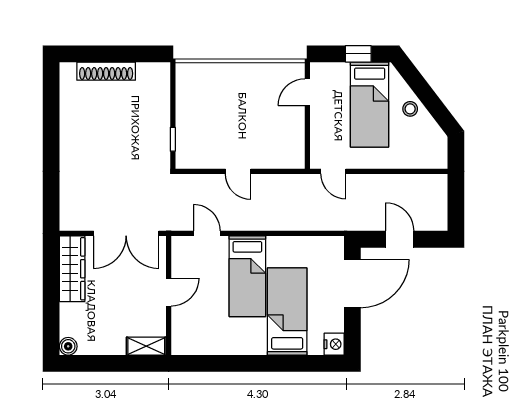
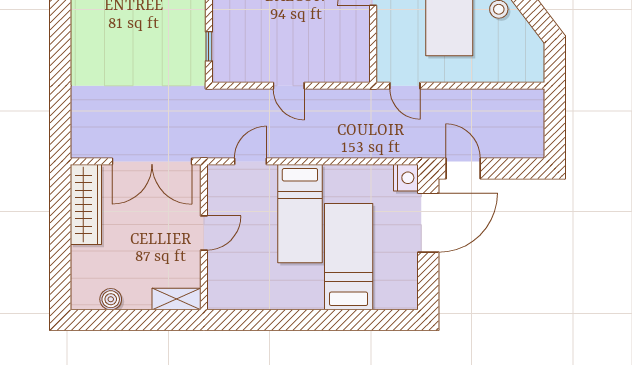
door: (207, 233) -> (251, 161), hinge flipped
door: (400, 239) -> (463, 168), moved
nightstand: (334, 344) -> (406, 178), moved
boiler: (68, 346) -> (111, 299), moved

